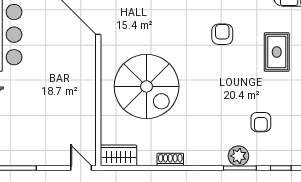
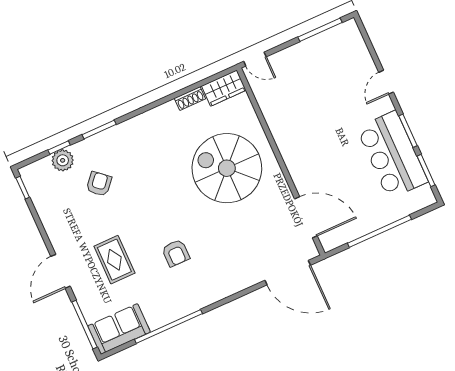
armchair: (261, 122) -> (99, 184), turned 41
plant: (238, 156) -> (63, 160), moved
shoe rack: (170, 160) -> (190, 99), moved

